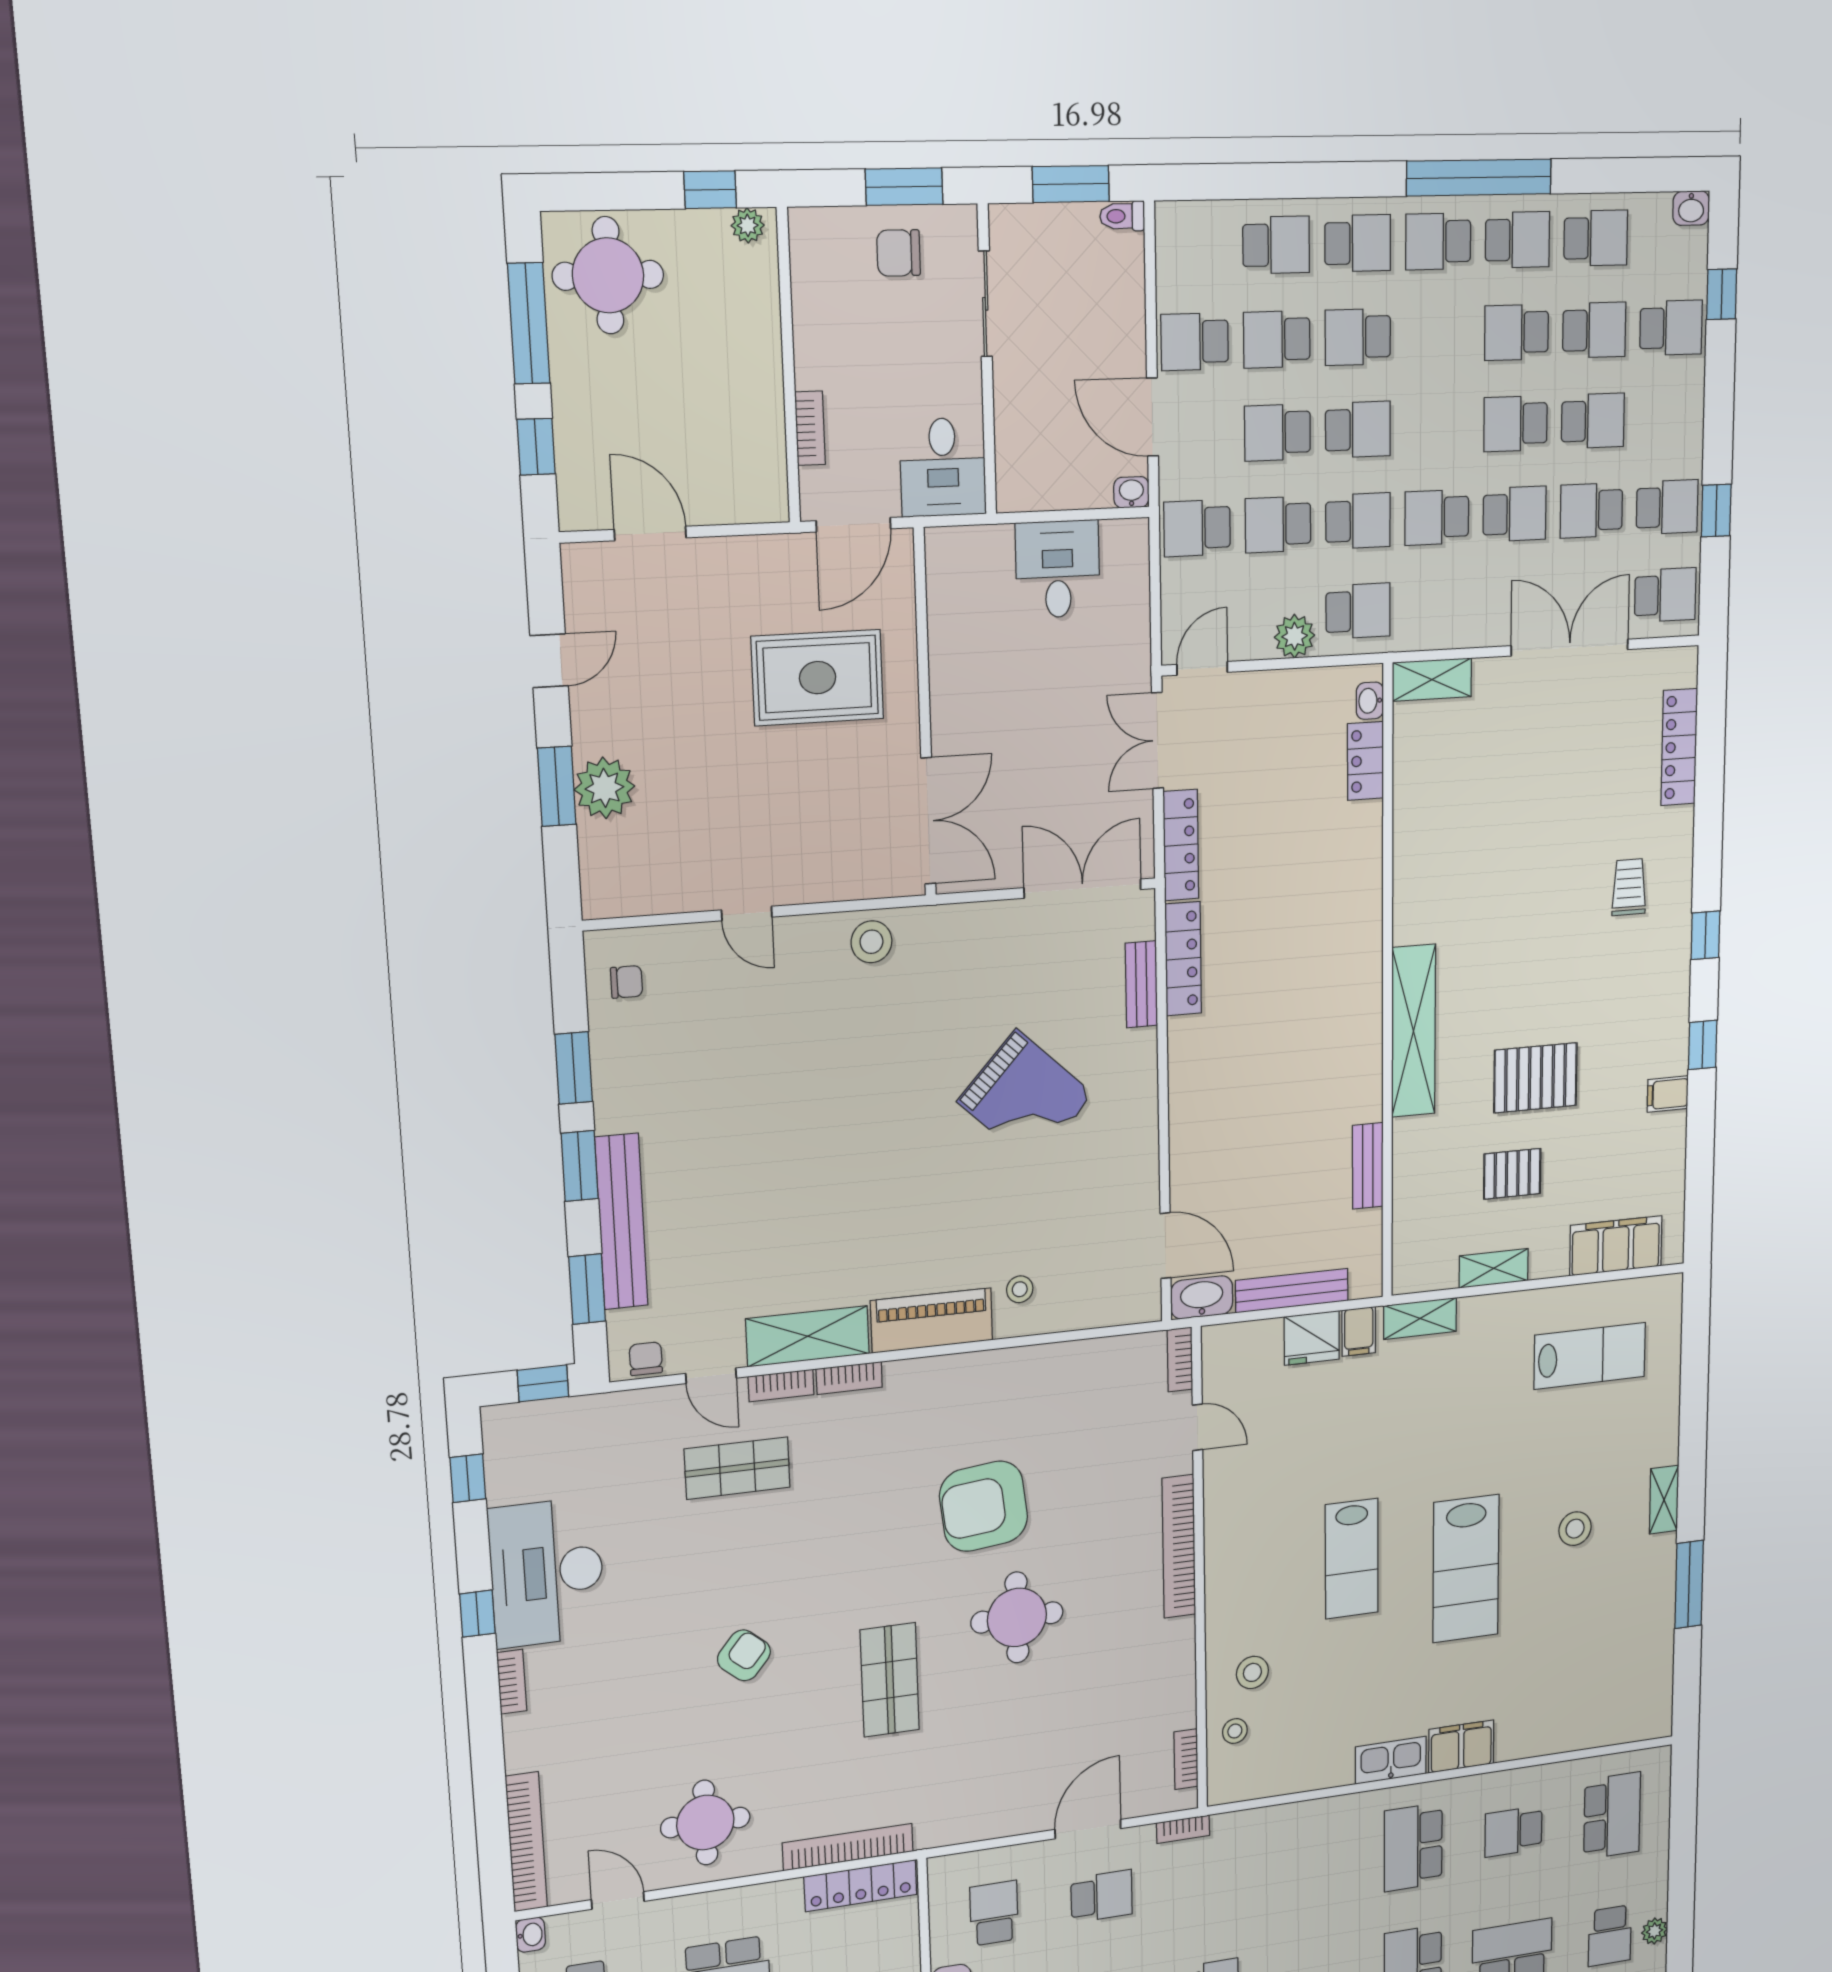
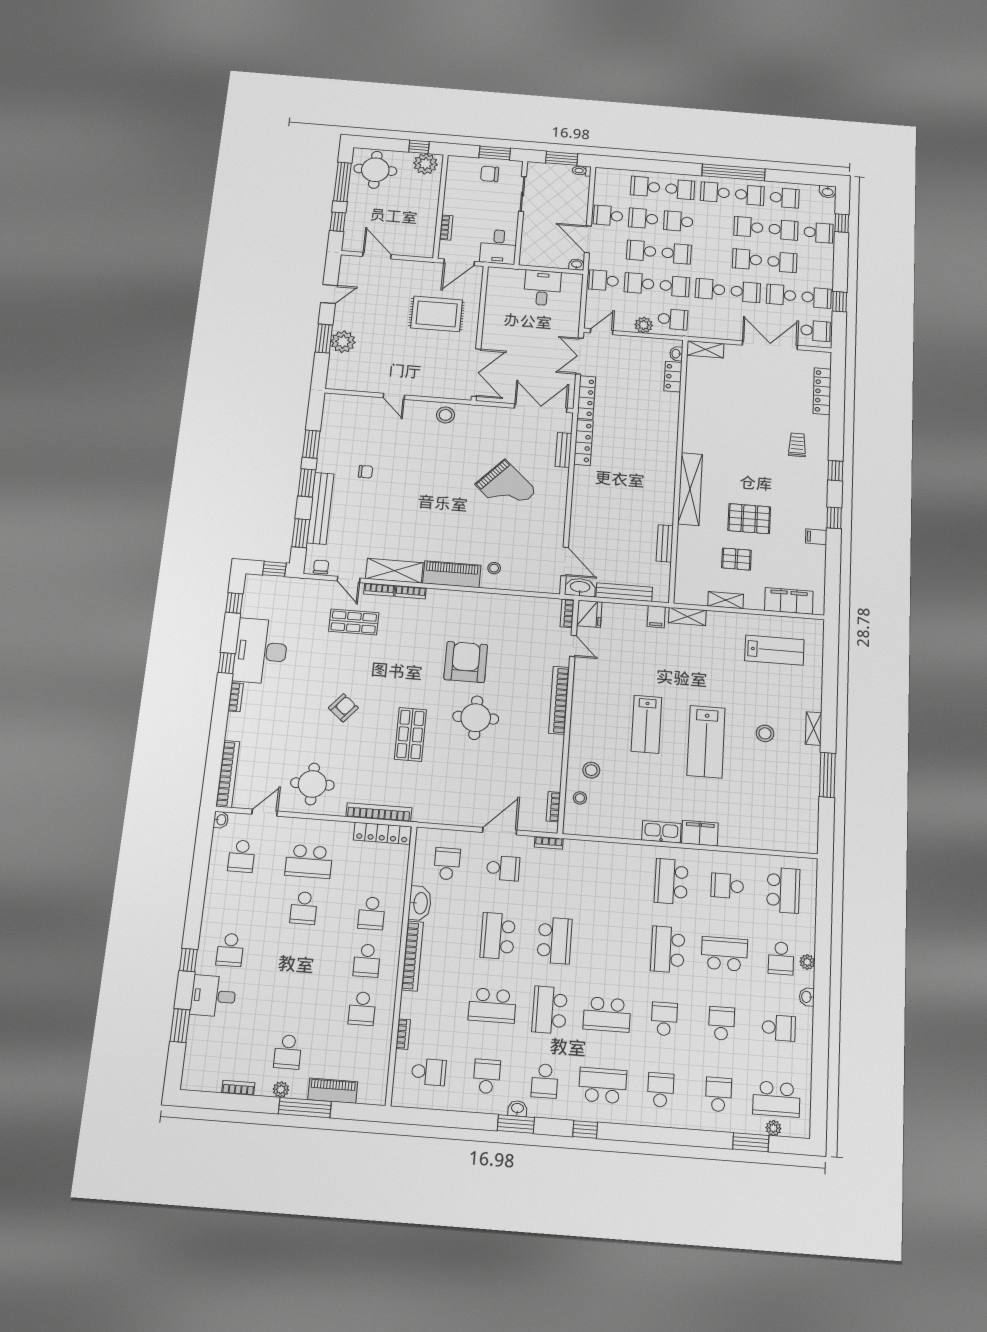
plant: (748, 225) -> (425, 164), width x1.87, depth x1.87
school desk: (1276, 245) -> (645, 187), turned 180
chair: (627, 982) -> (366, 472), moved
fridge: (1312, 1338) -> (589, 614), moved, turned -90
armchair: (984, 1506) -> (466, 662), turned 96
door: (618, 1900) -> (265, 813), hinge flipped

